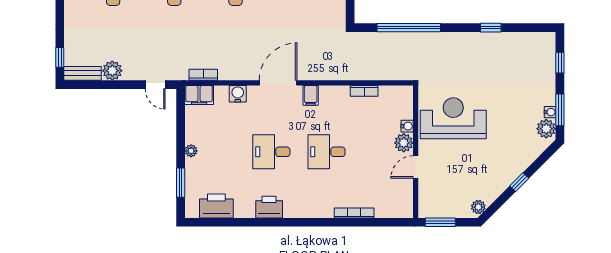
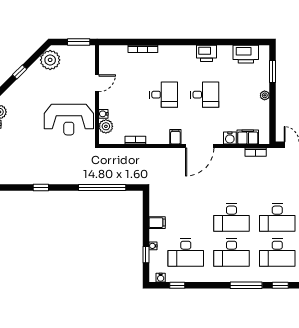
filing cabinet: (199, 95) -> (248, 137), moved
plant: (404, 143) -> (106, 126), moved
plant: (478, 207) -> (50, 60), width x1.87, depth x1.87

